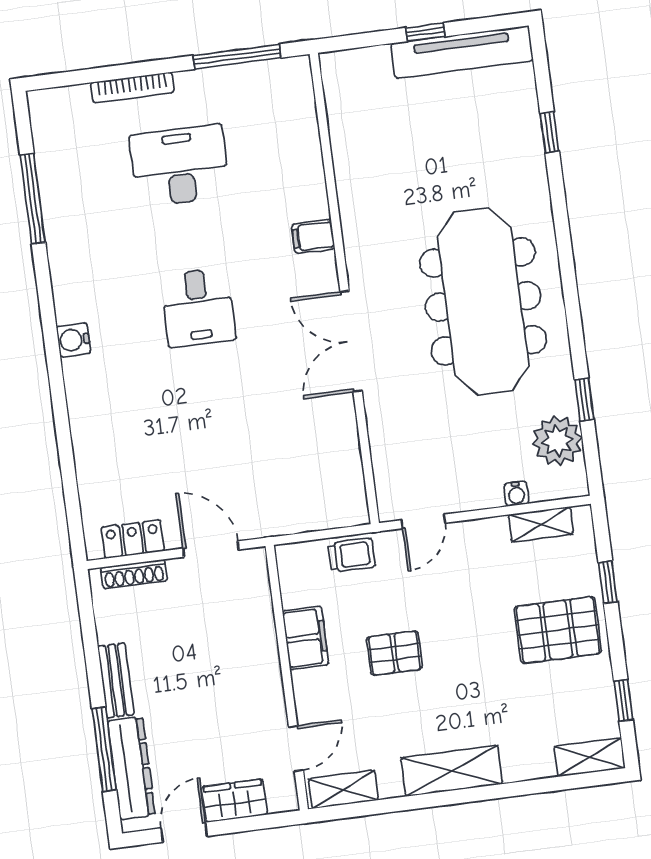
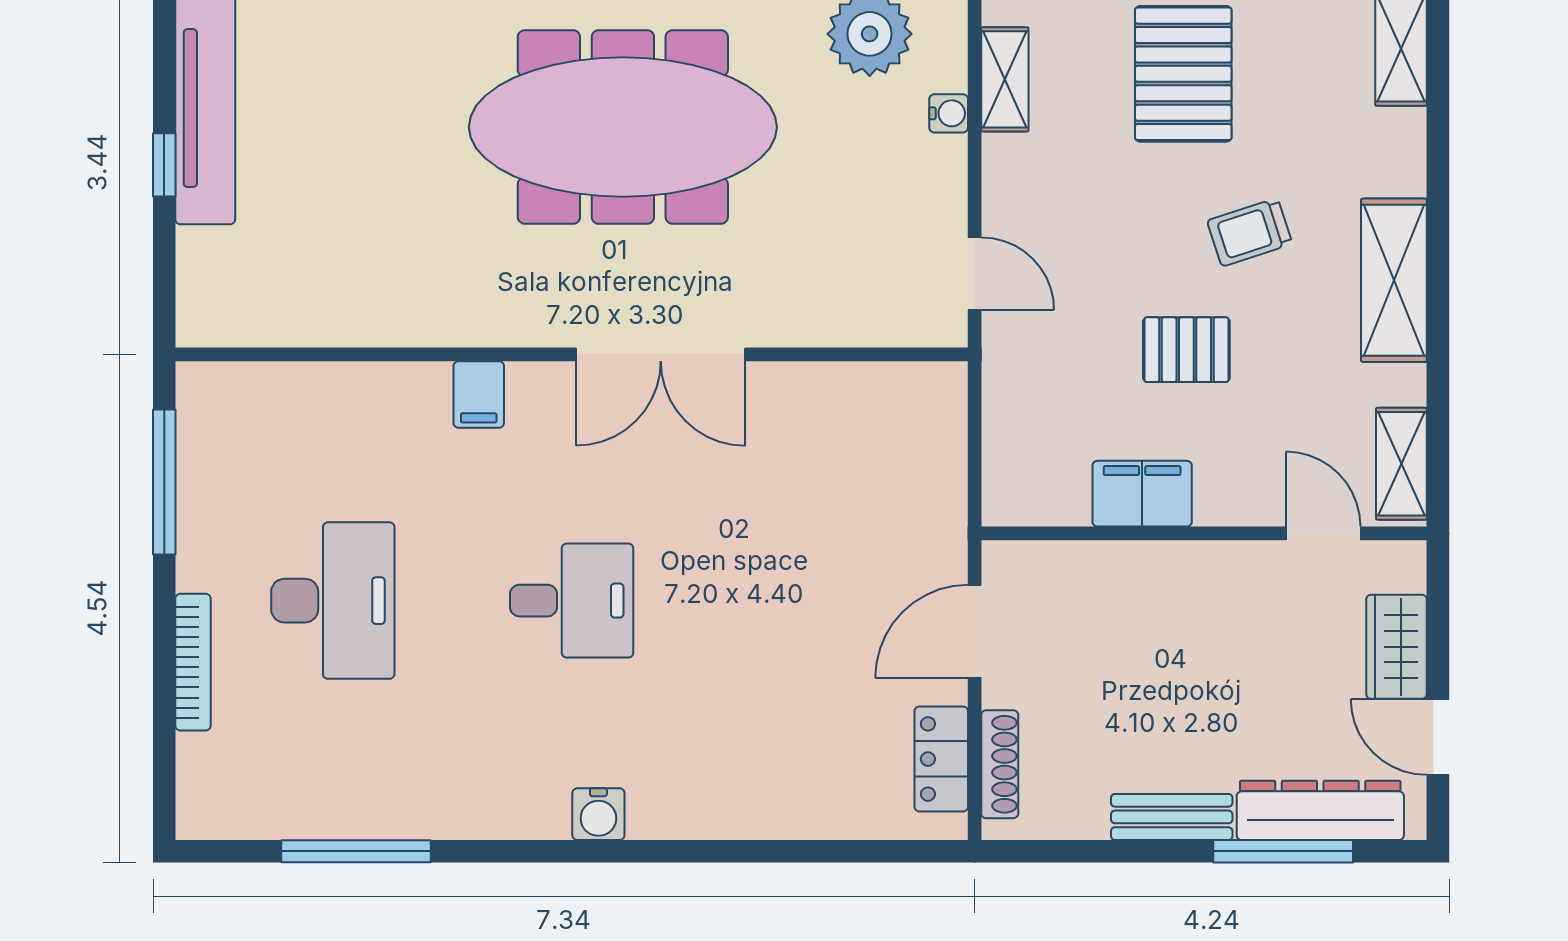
desk: (180, 166) -> (333, 601), turned 180
trolley: (352, 555) -> (1250, 232), moved, turned -108
pallet: (394, 653) -> (1186, 350), turned 90

